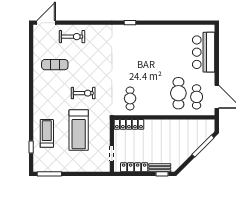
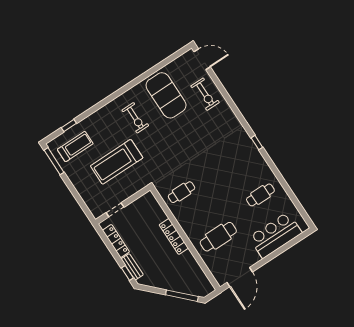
exercise mat: (55, 65) -> (166, 95), width x2.00, depth x1.45
exercise bike: (83, 93) -> (135, 118), moved
cafe table: (197, 97) -> (260, 195), moved
locker: (129, 124) -> (174, 236), moved
treadmill: (47, 133) -> (75, 147), moved

